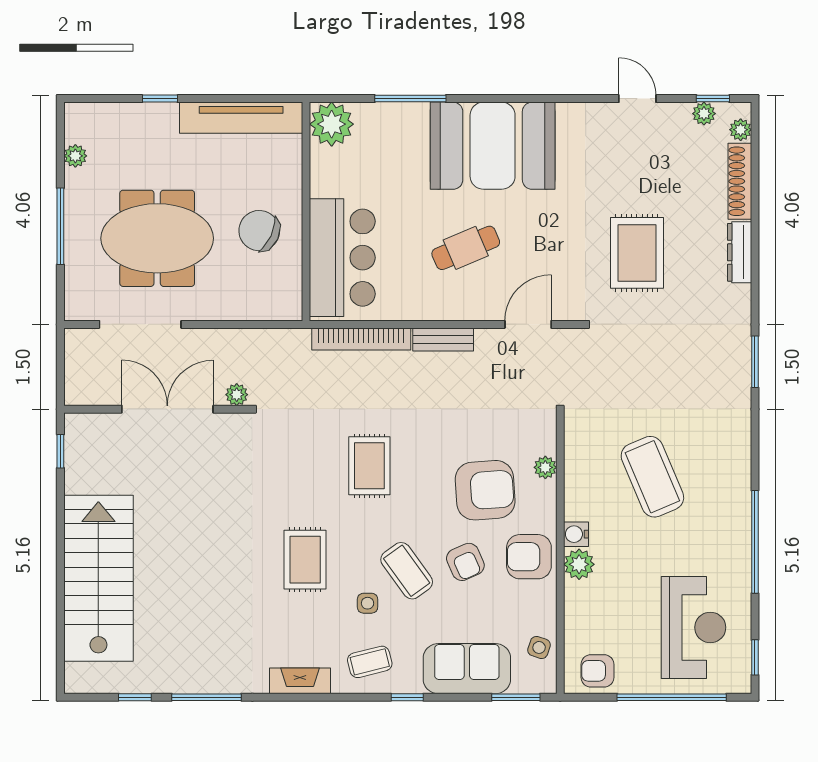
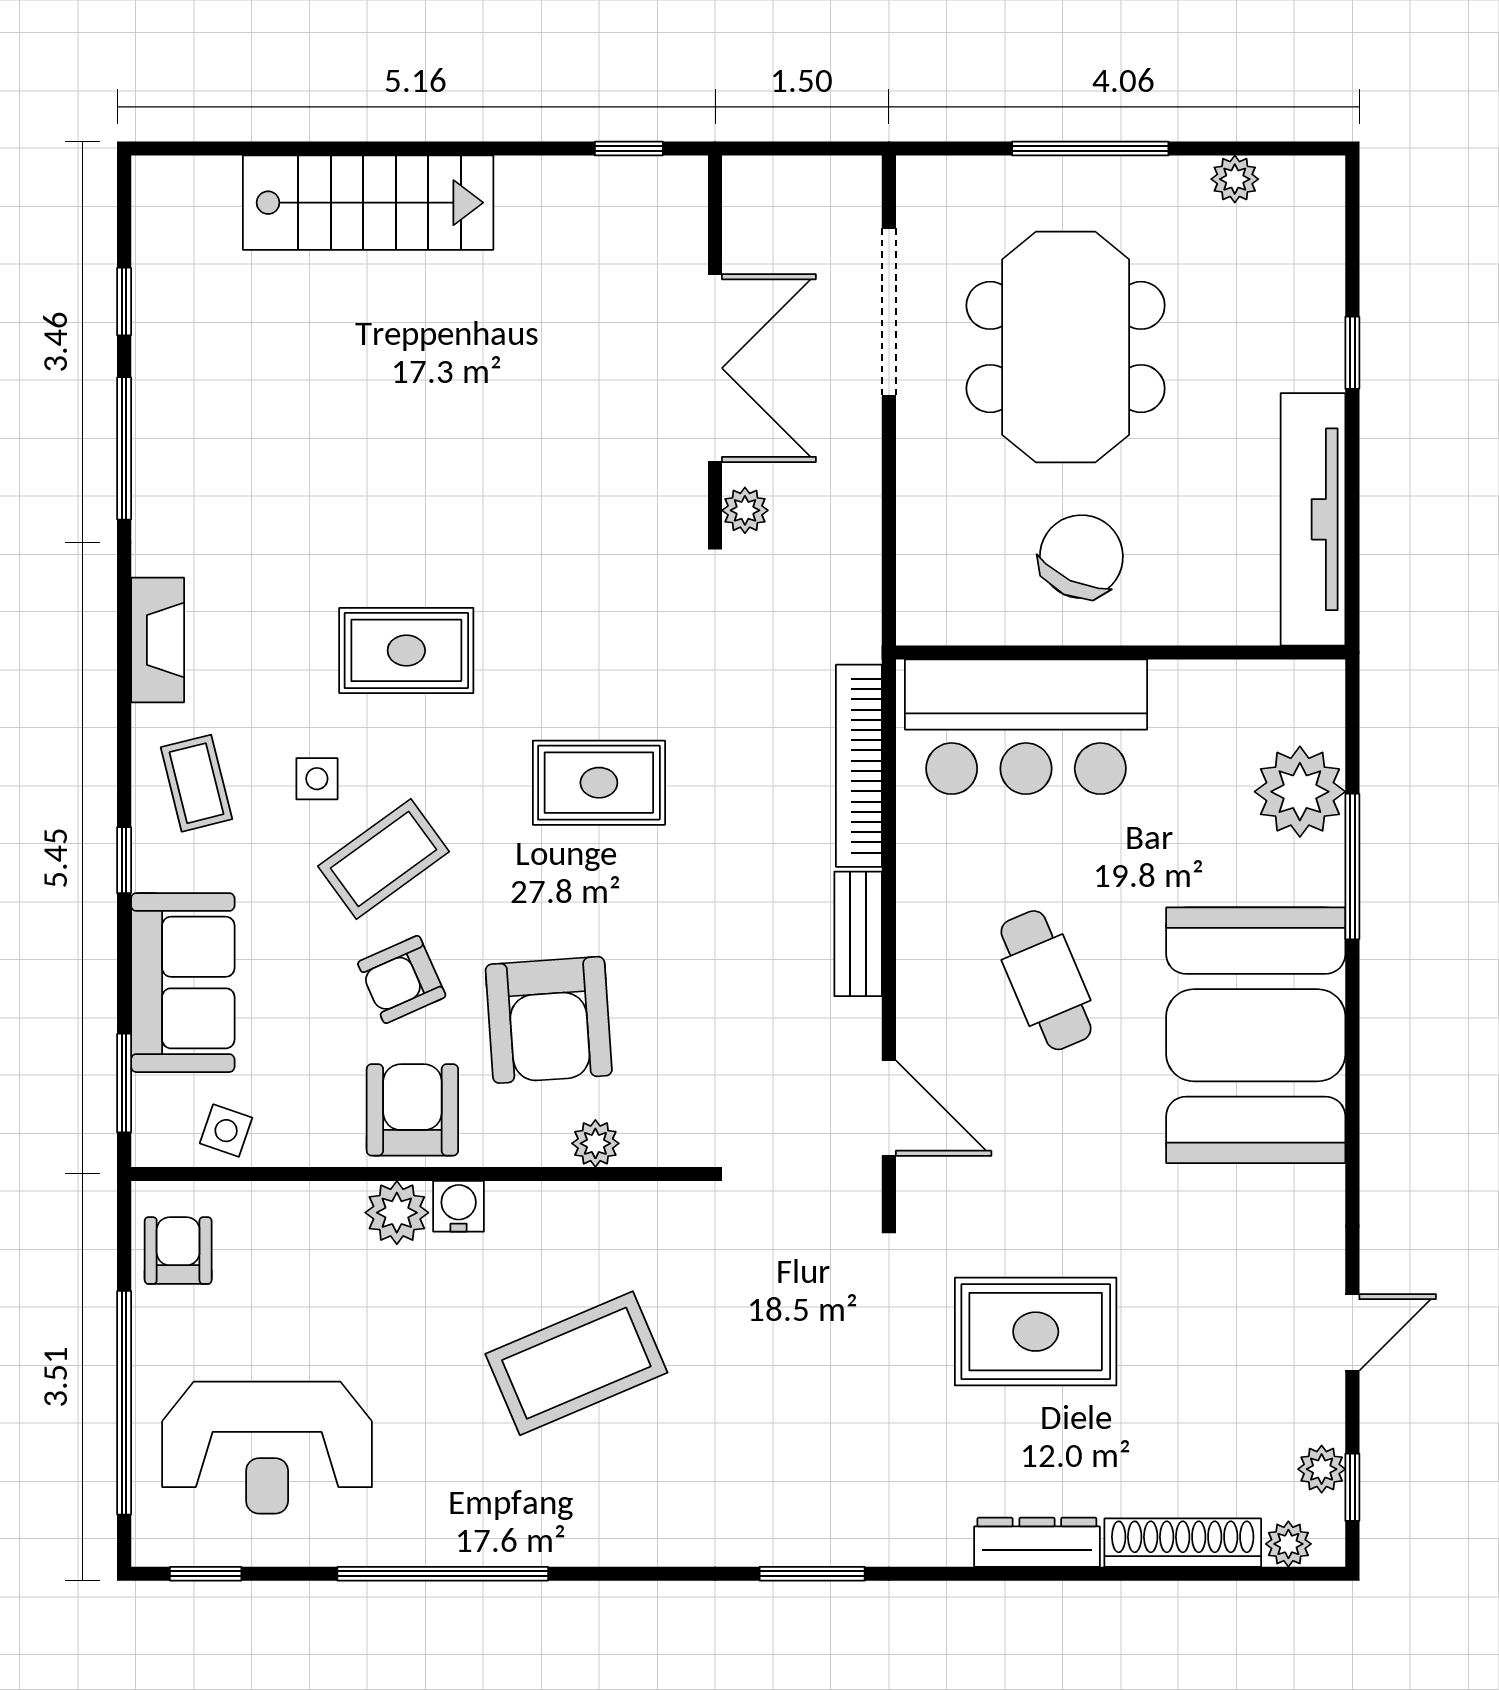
plant: (332, 124) -> (1300, 792), moved
stairs: (98, 578) -> (368, 203), width x0.73, depth x0.66

